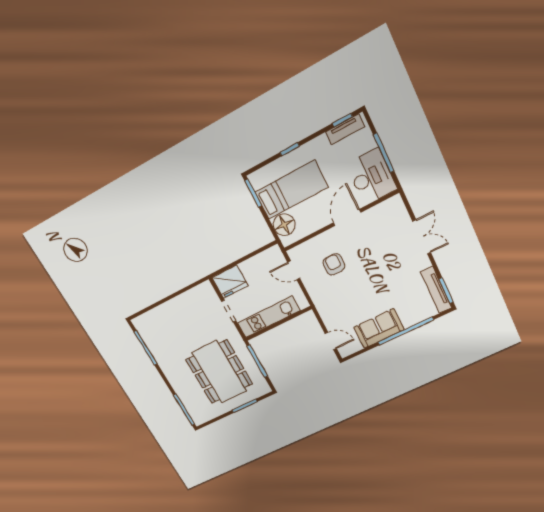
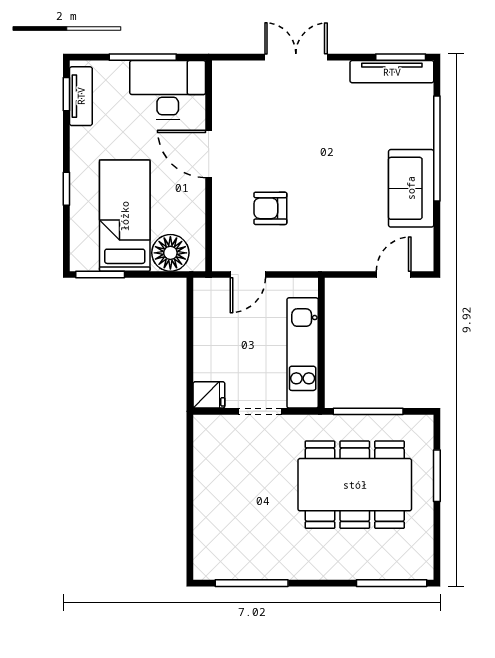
fridge: (230, 282) -> (209, 395), width x0.53, depth x0.75

